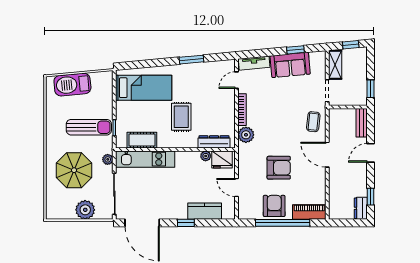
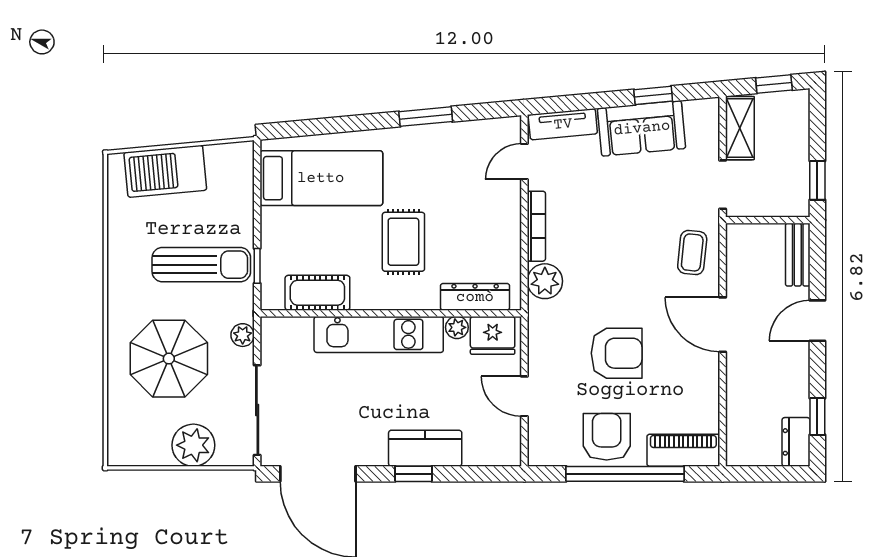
kitchen unit: (145, 159) -> (379, 334), moved
kitchen counter: (205, 211) -> (425, 448), moved

